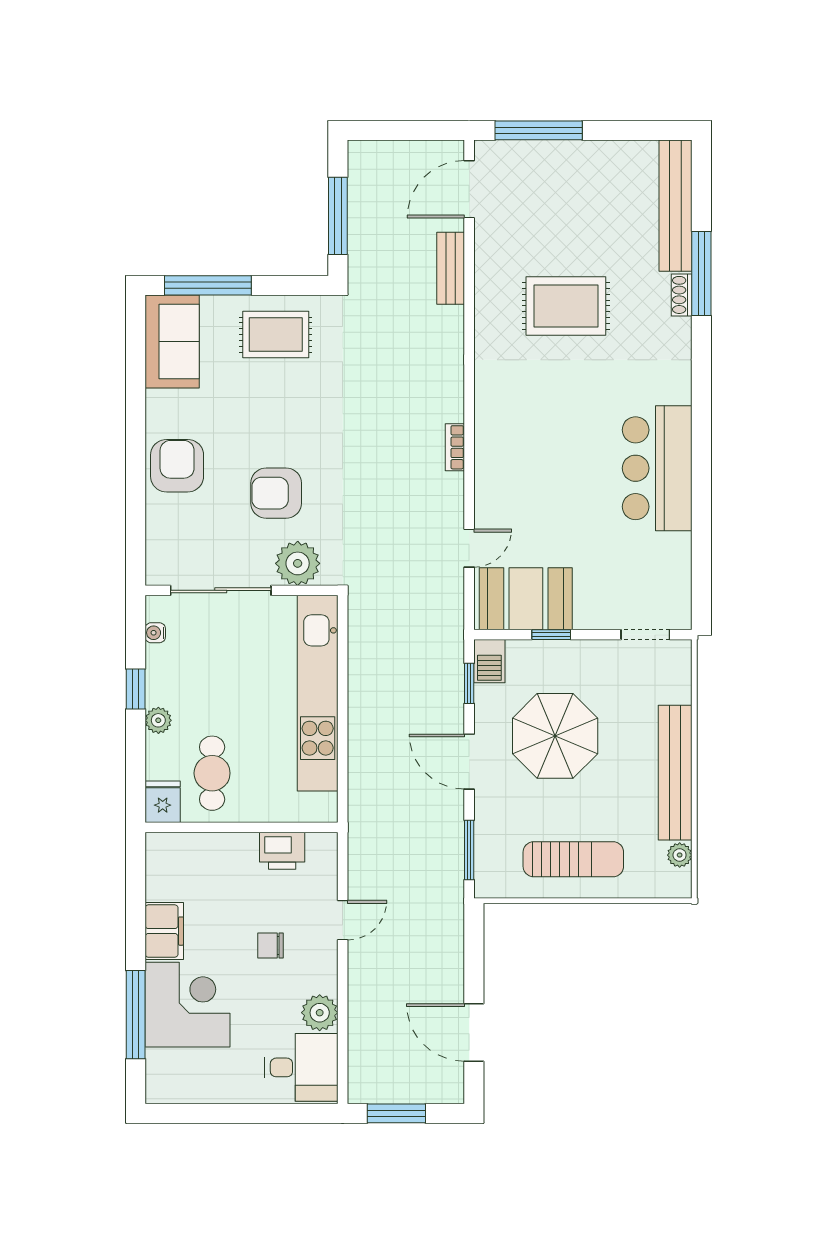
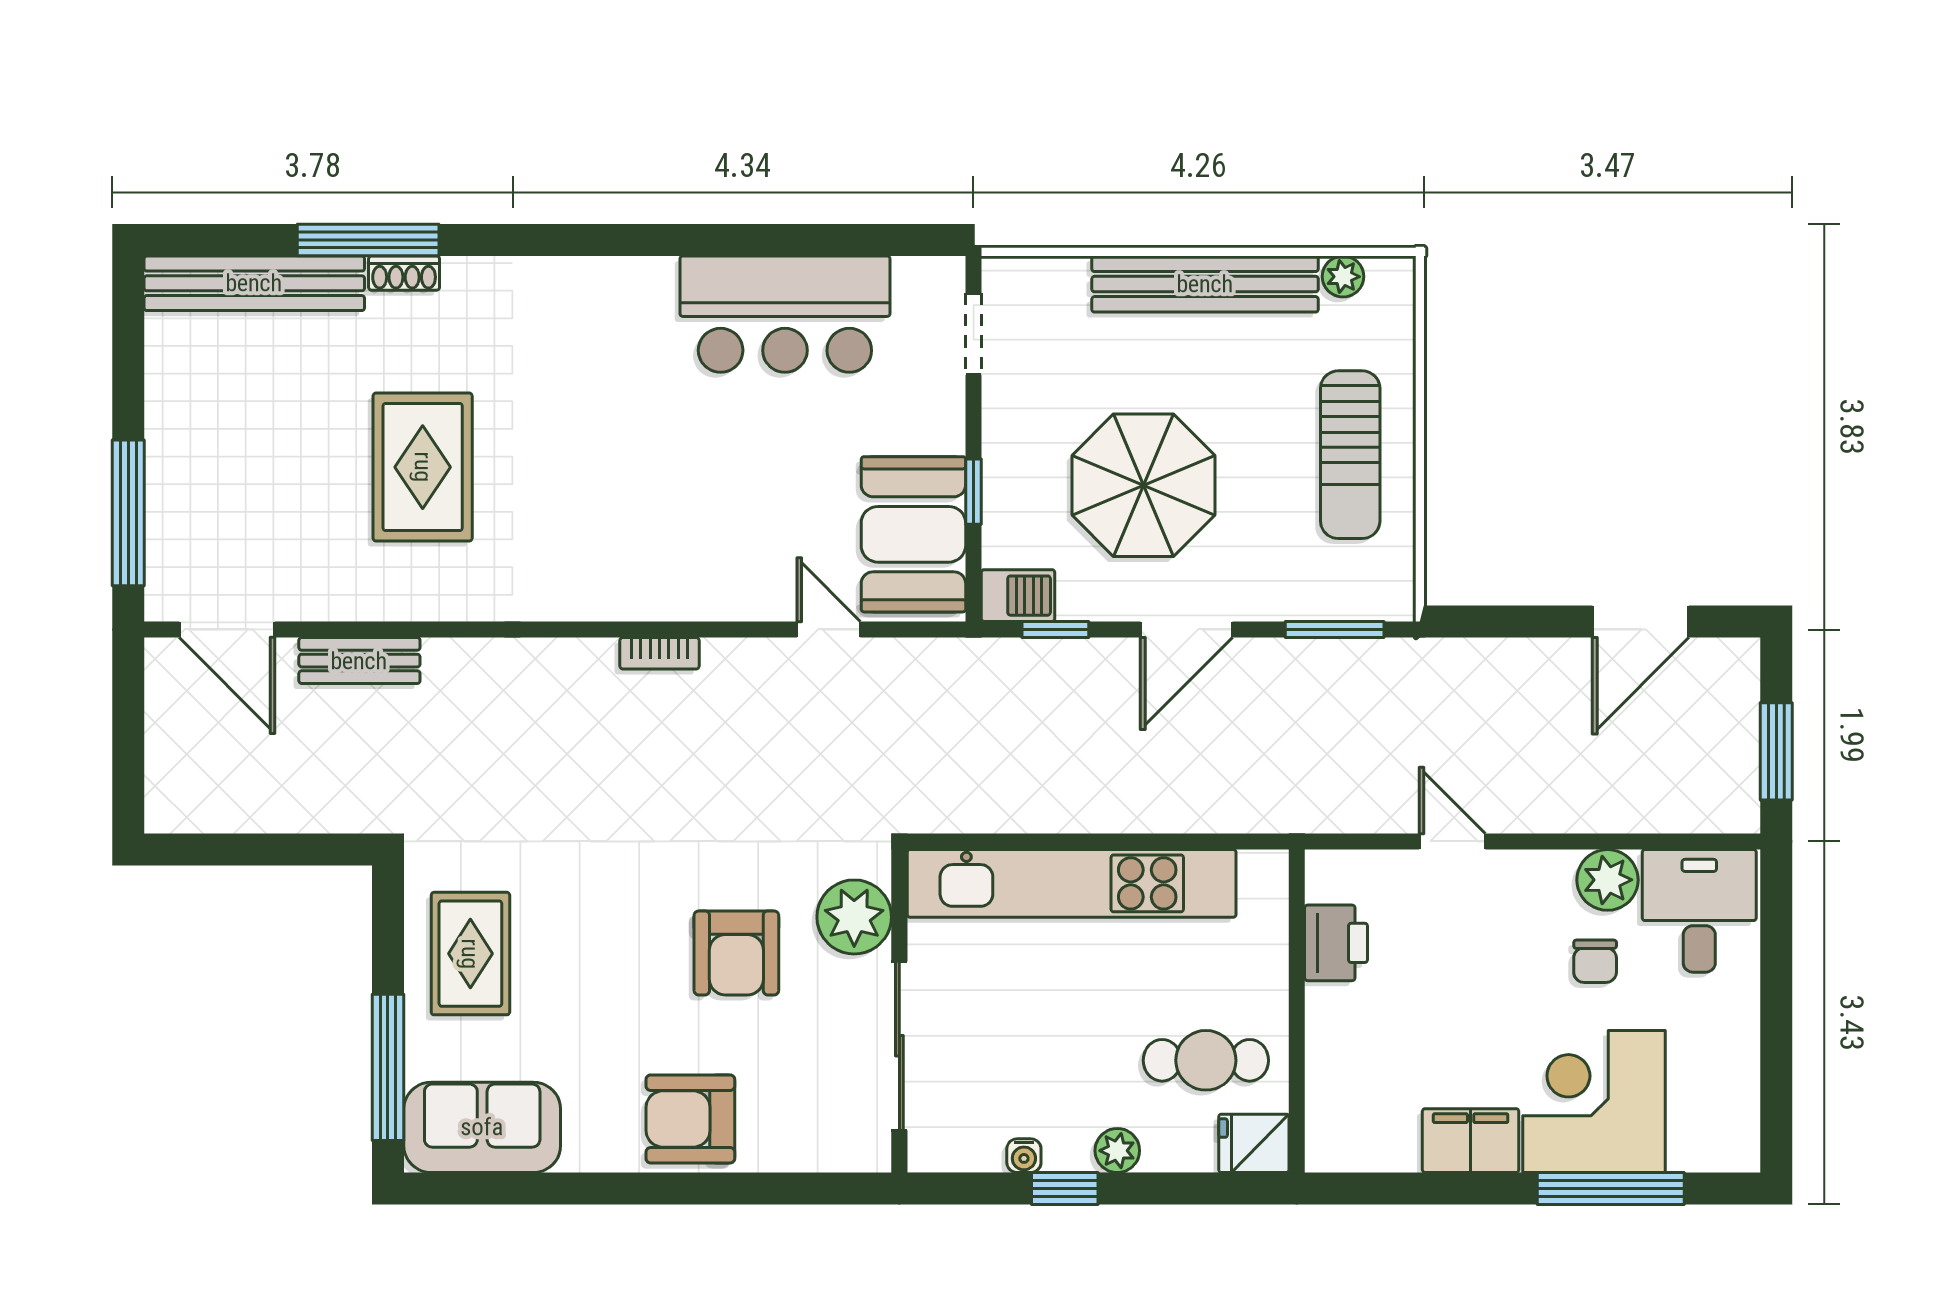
window: (338, 216) -> (271, 849), removed
bar counter: (657, 468) -> (785, 314), moved
water cooler: (155, 633) -> (1024, 1156), moved
sun lounger: (573, 859) -> (1350, 455), turned 180
chair: (271, 945) -> (1595, 961), moved

